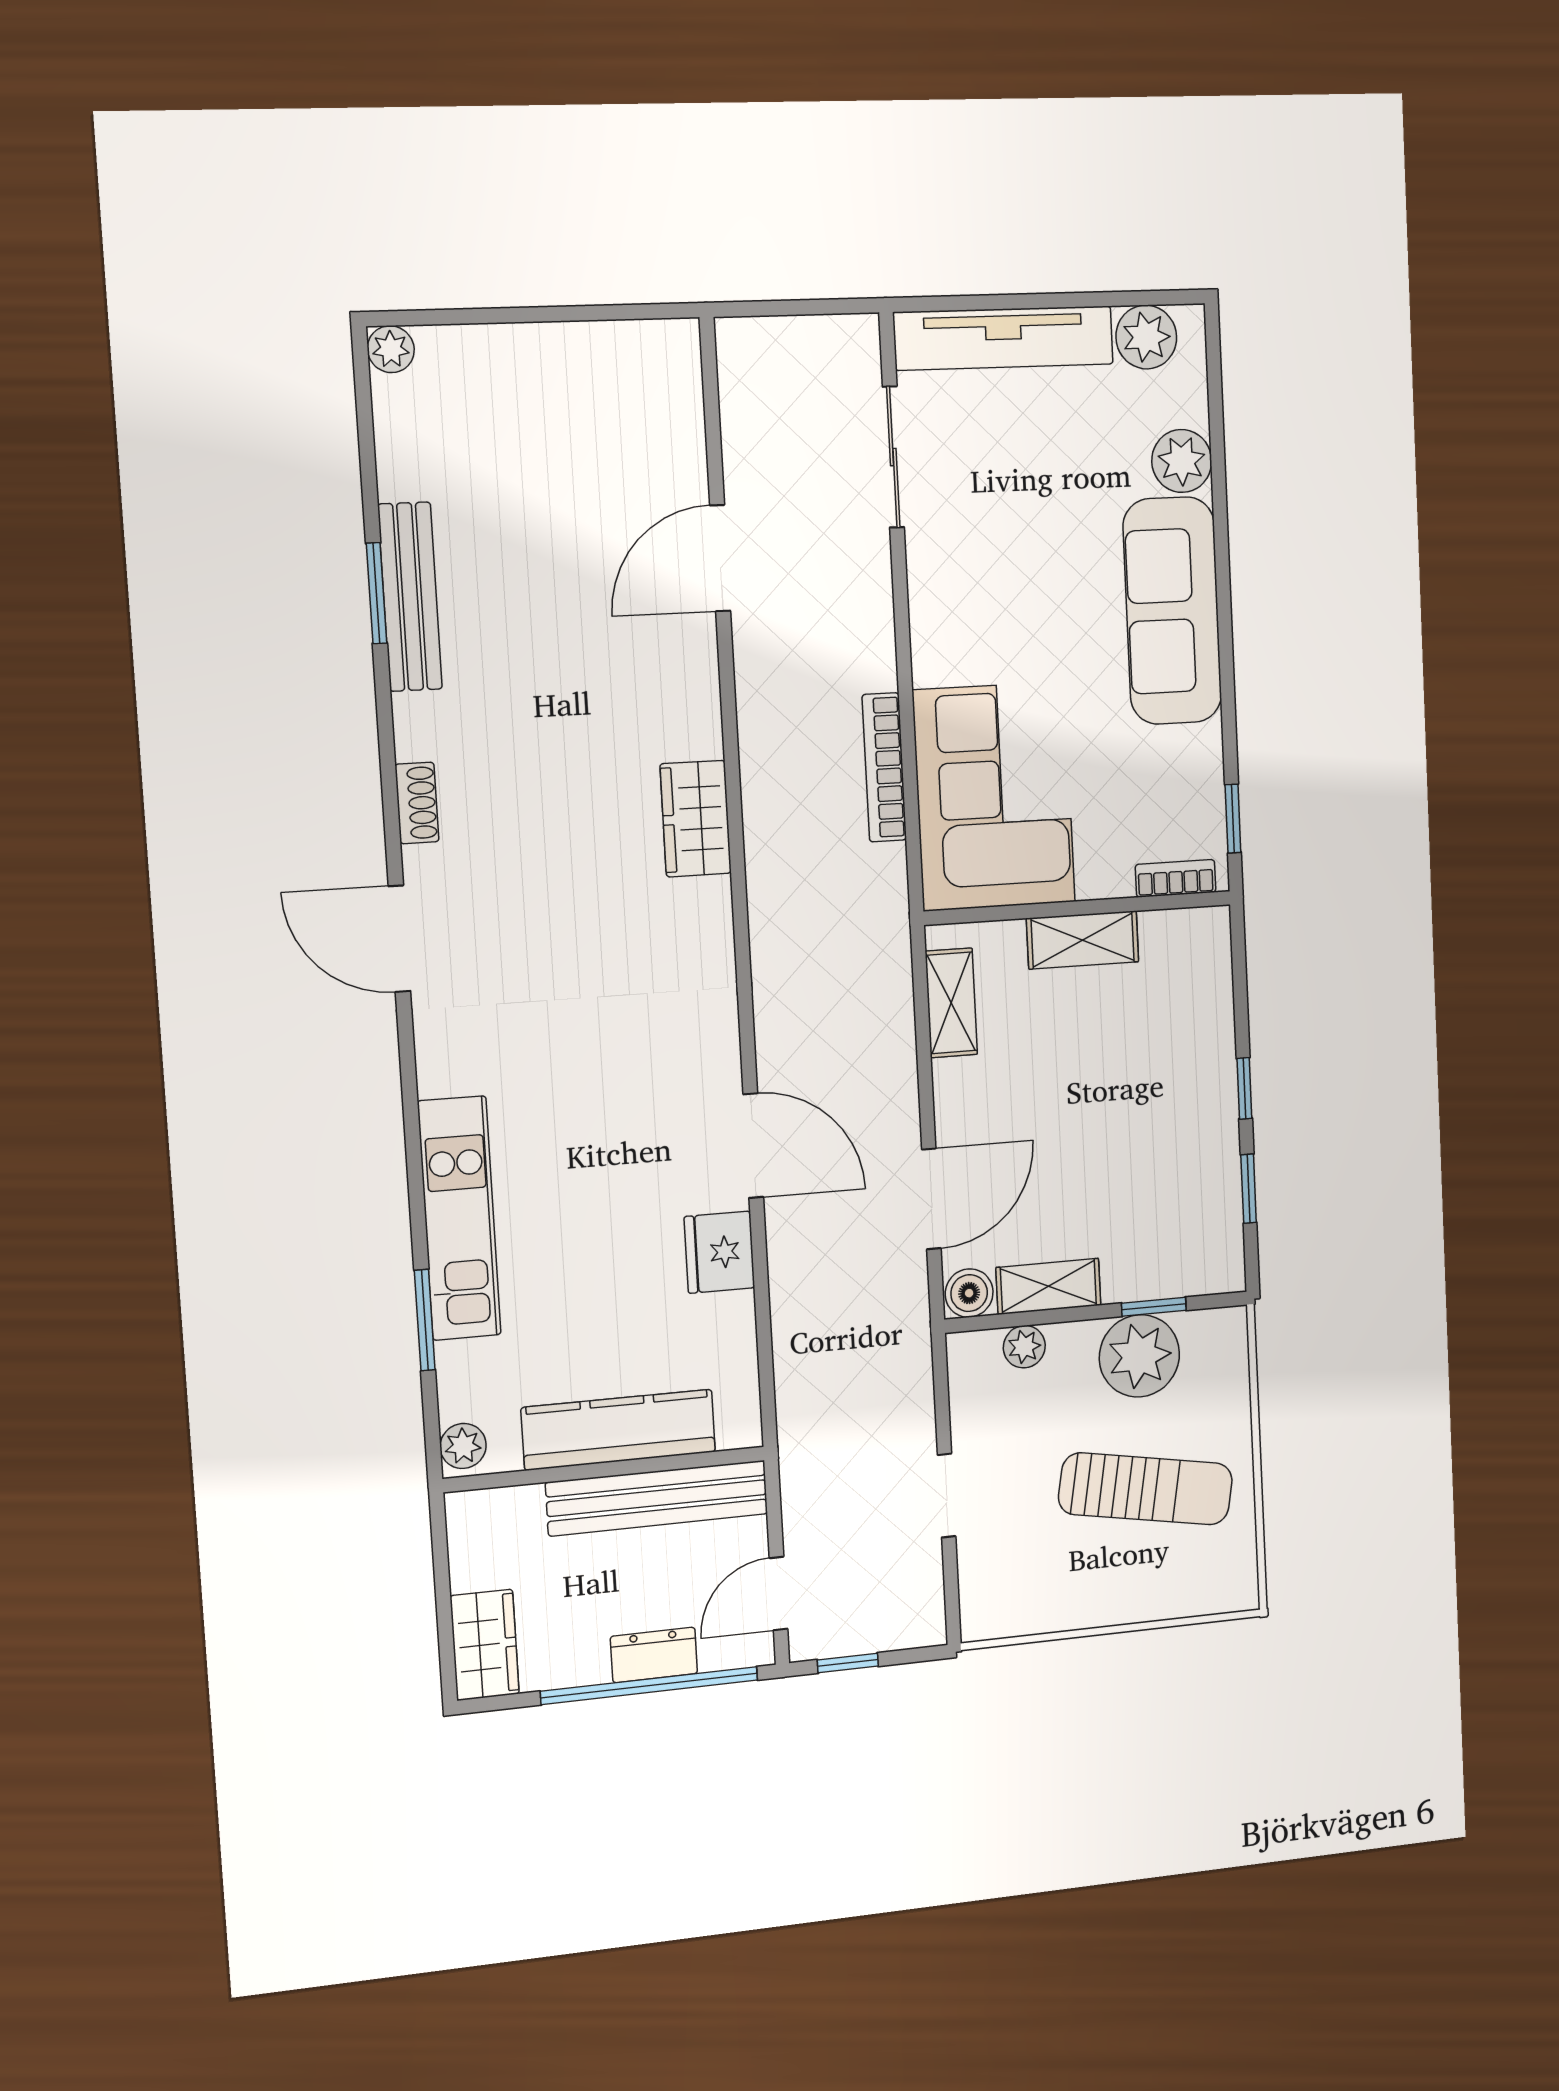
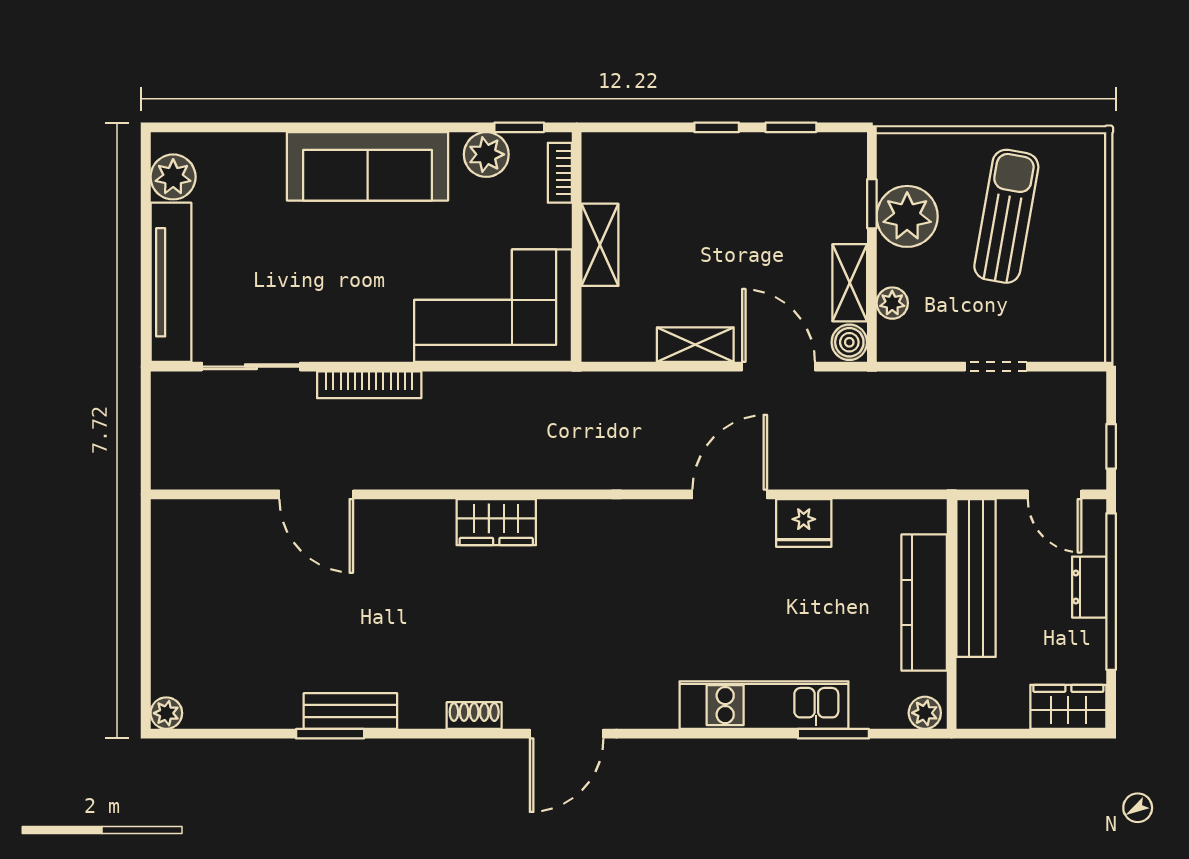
plant: (1182, 461) -> (486, 154), moved
bench: (410, 597) -> (350, 711), width x0.73
bookcase: (884, 767) -> (369, 385), moved
shelving: (951, 1003) -> (695, 345), moved

